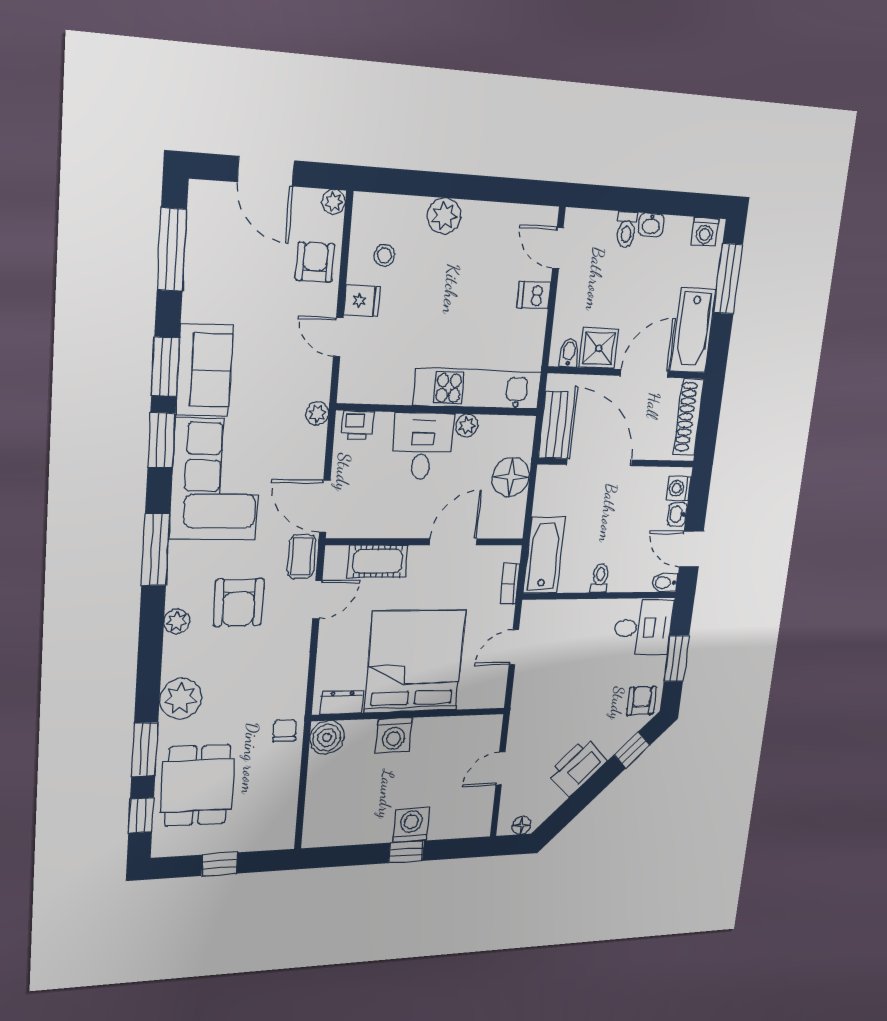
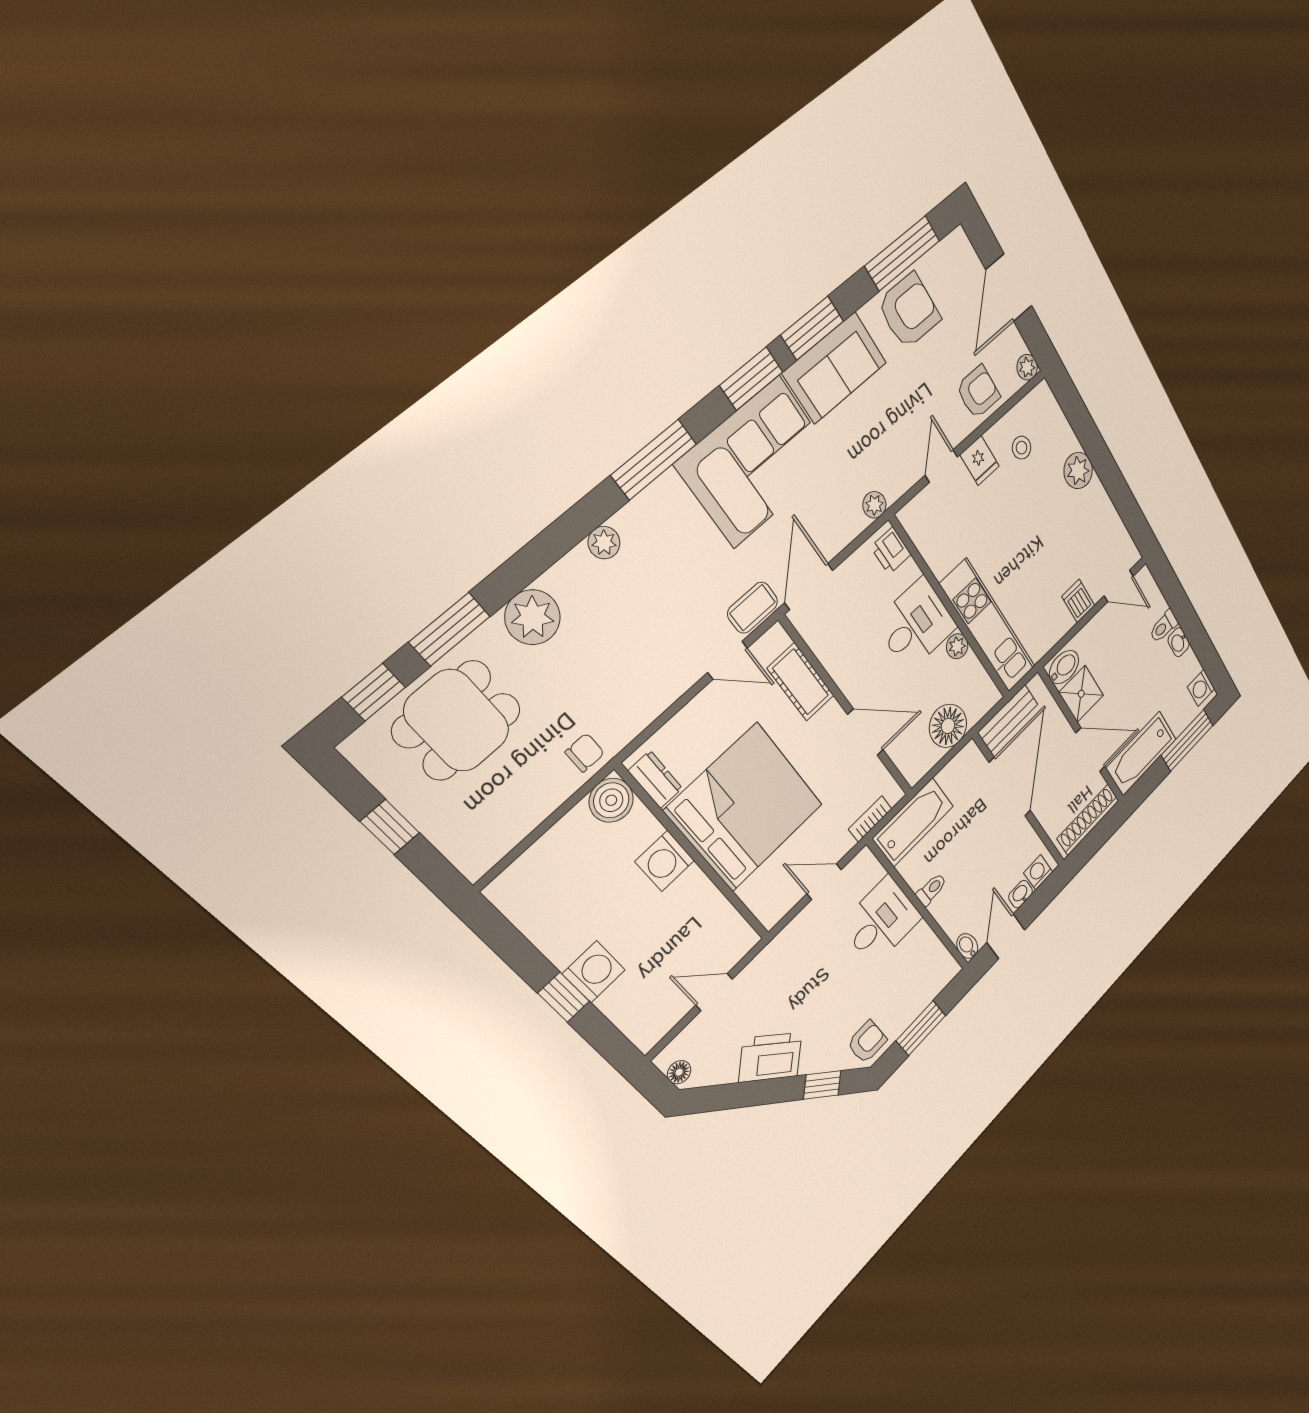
door: (558, 248) -> (1119, 586), swing flipped
bidet: (569, 353) -> (1064, 667), width x1.38, depth x1.36
armchair: (239, 602) -> (909, 311), moved, turned 180
desk: (643, 628) -> (881, 921), moved, turned -90

